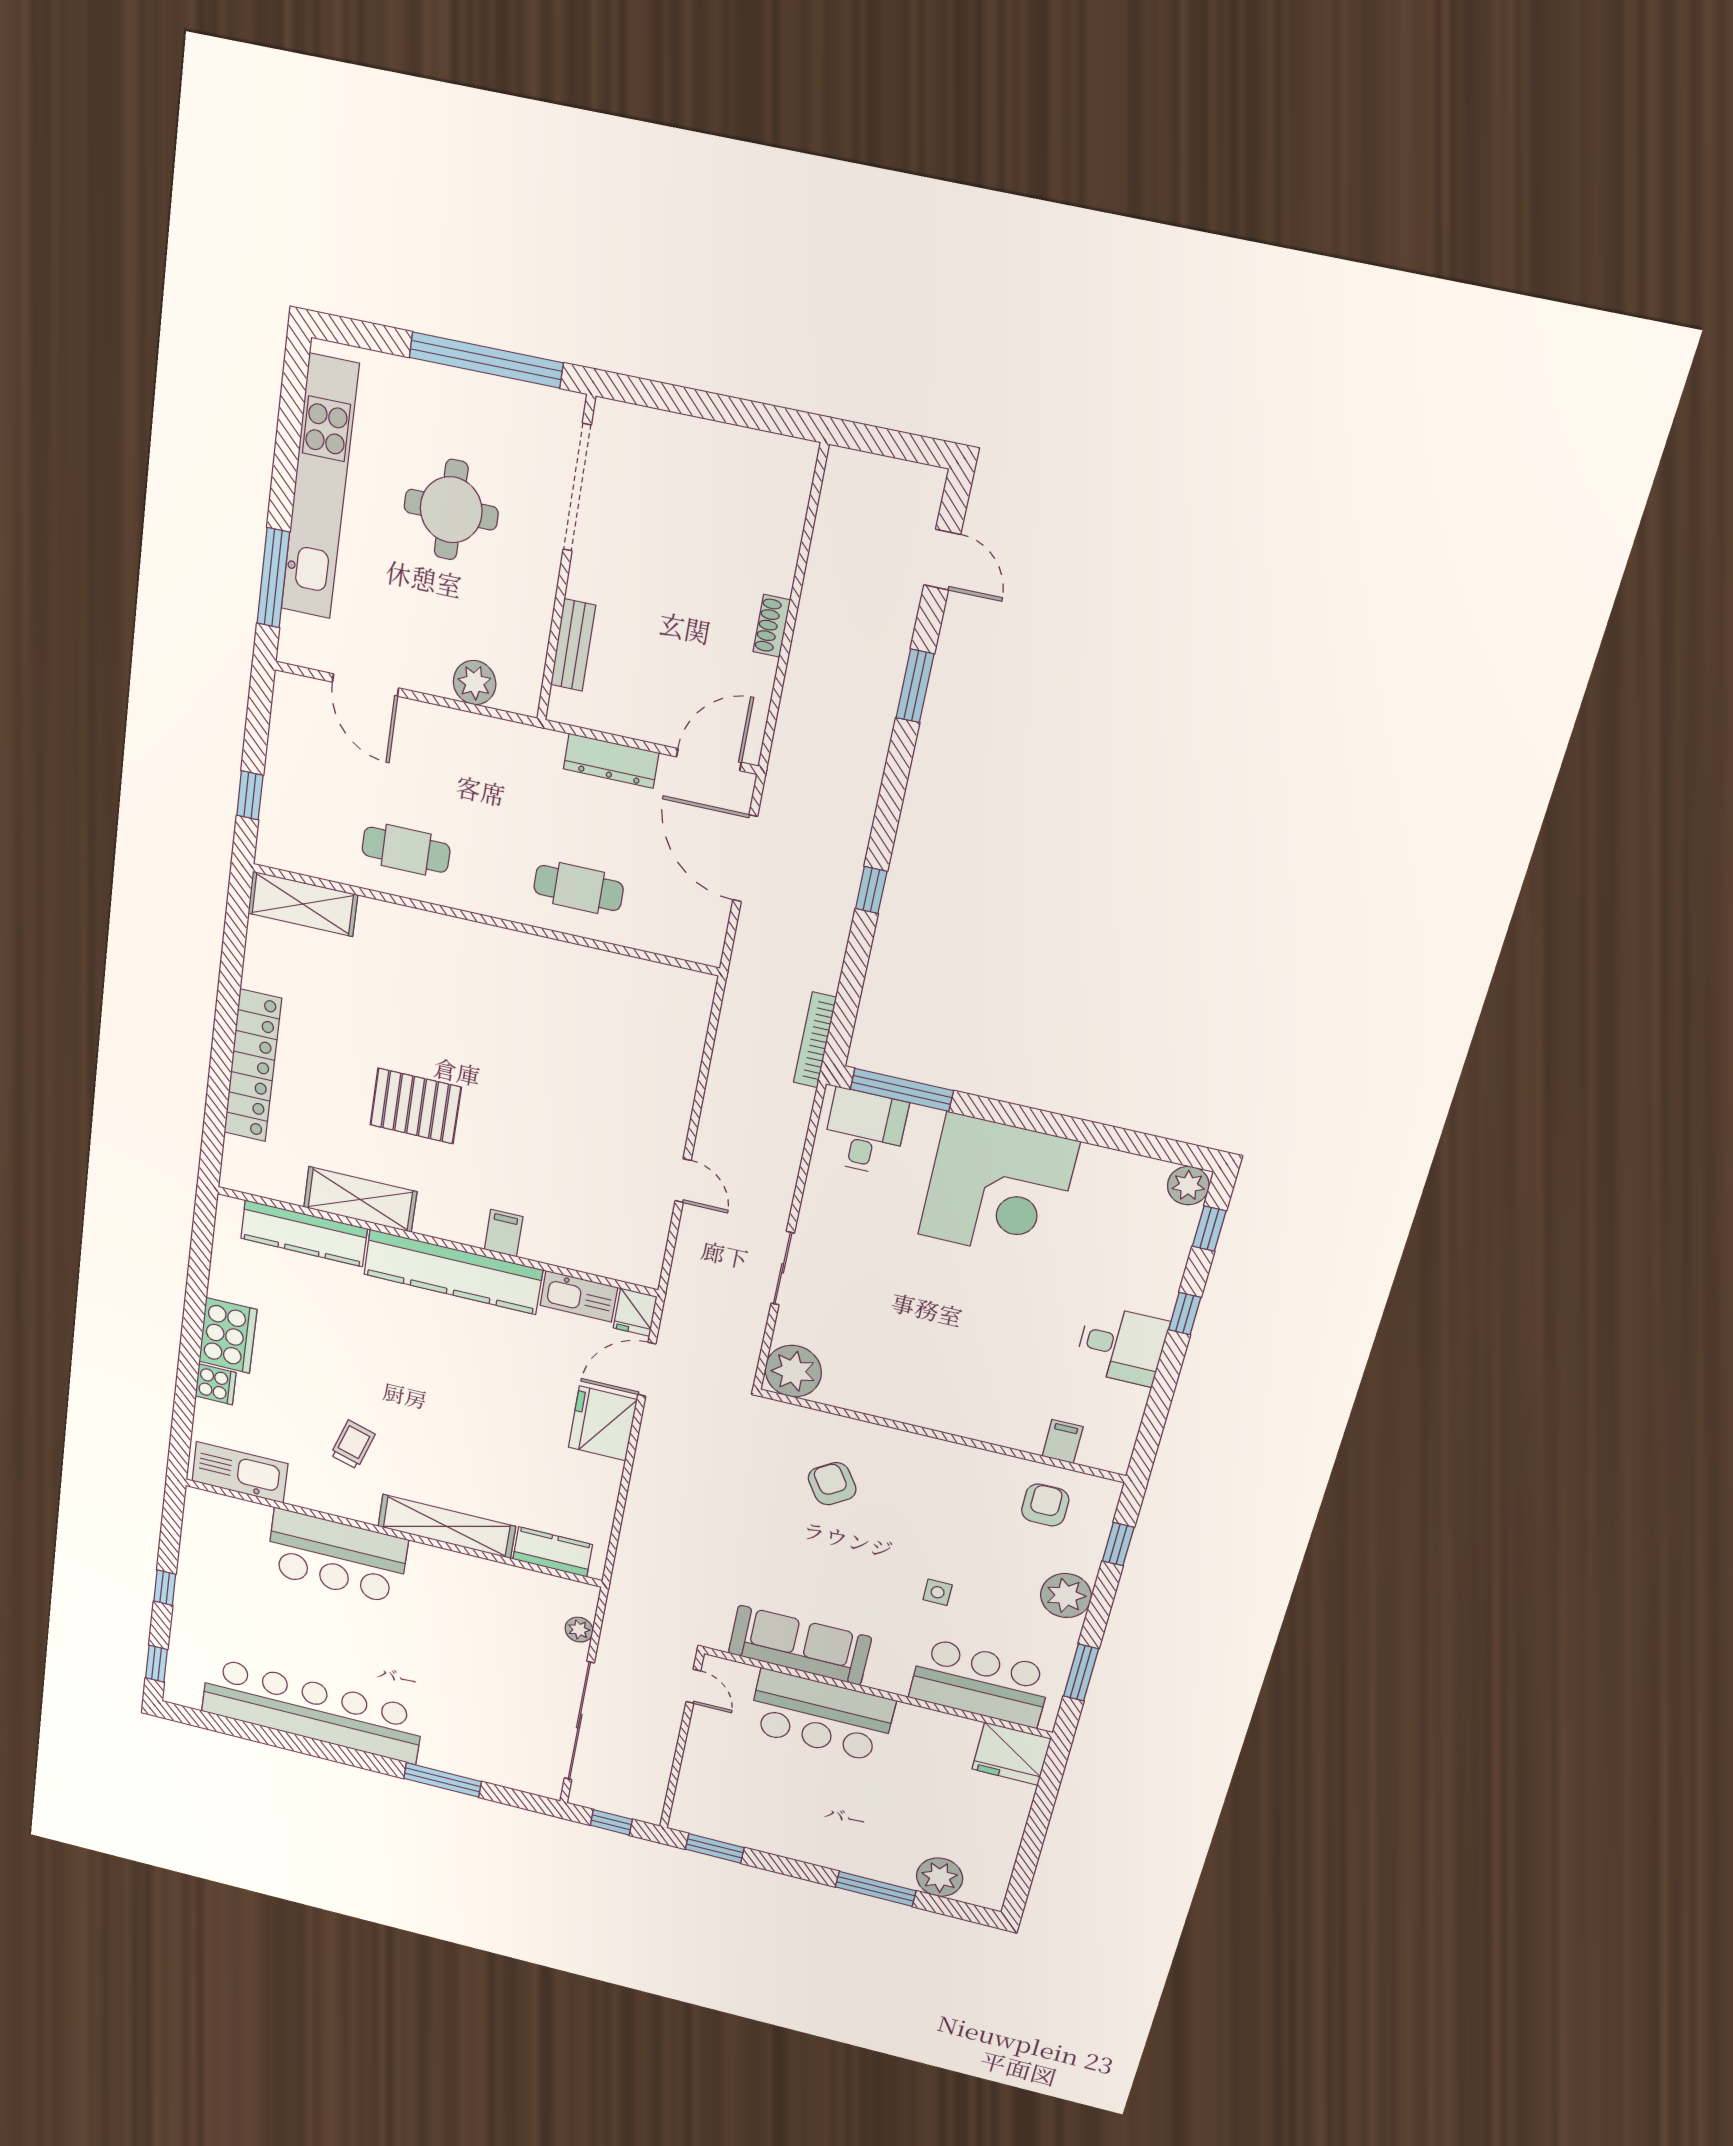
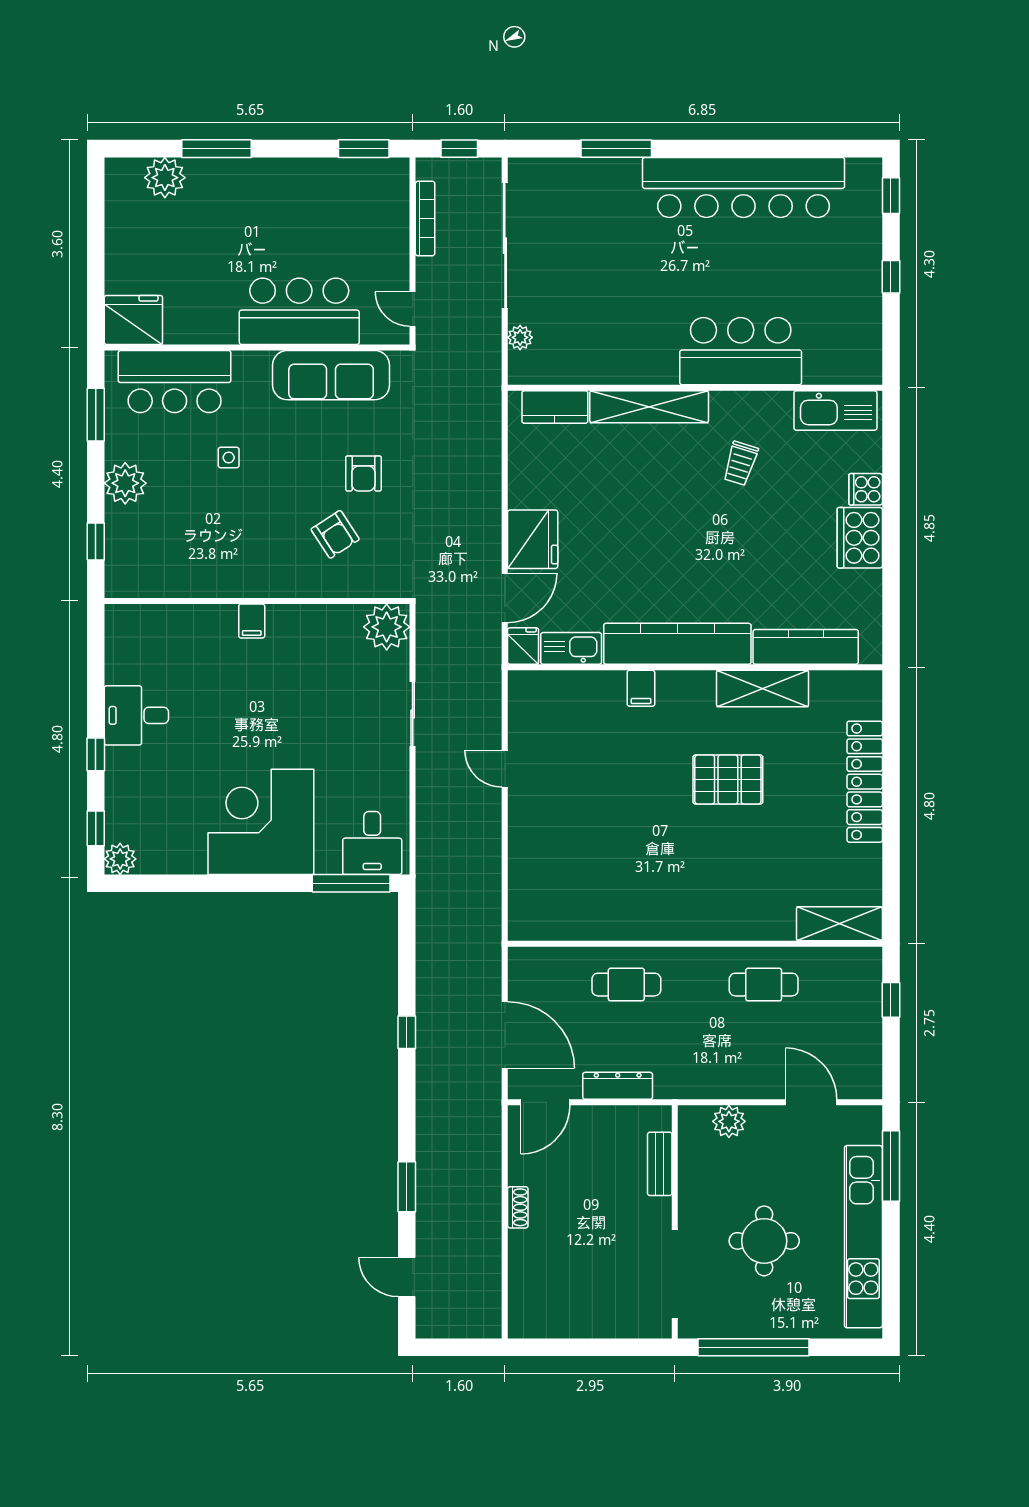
bookcase: (815, 1040) -> (425, 219), moved
filing cabinet: (1063, 1441) -> (252, 621), moved
armchair: (1045, 1505) -> (363, 474), moved

